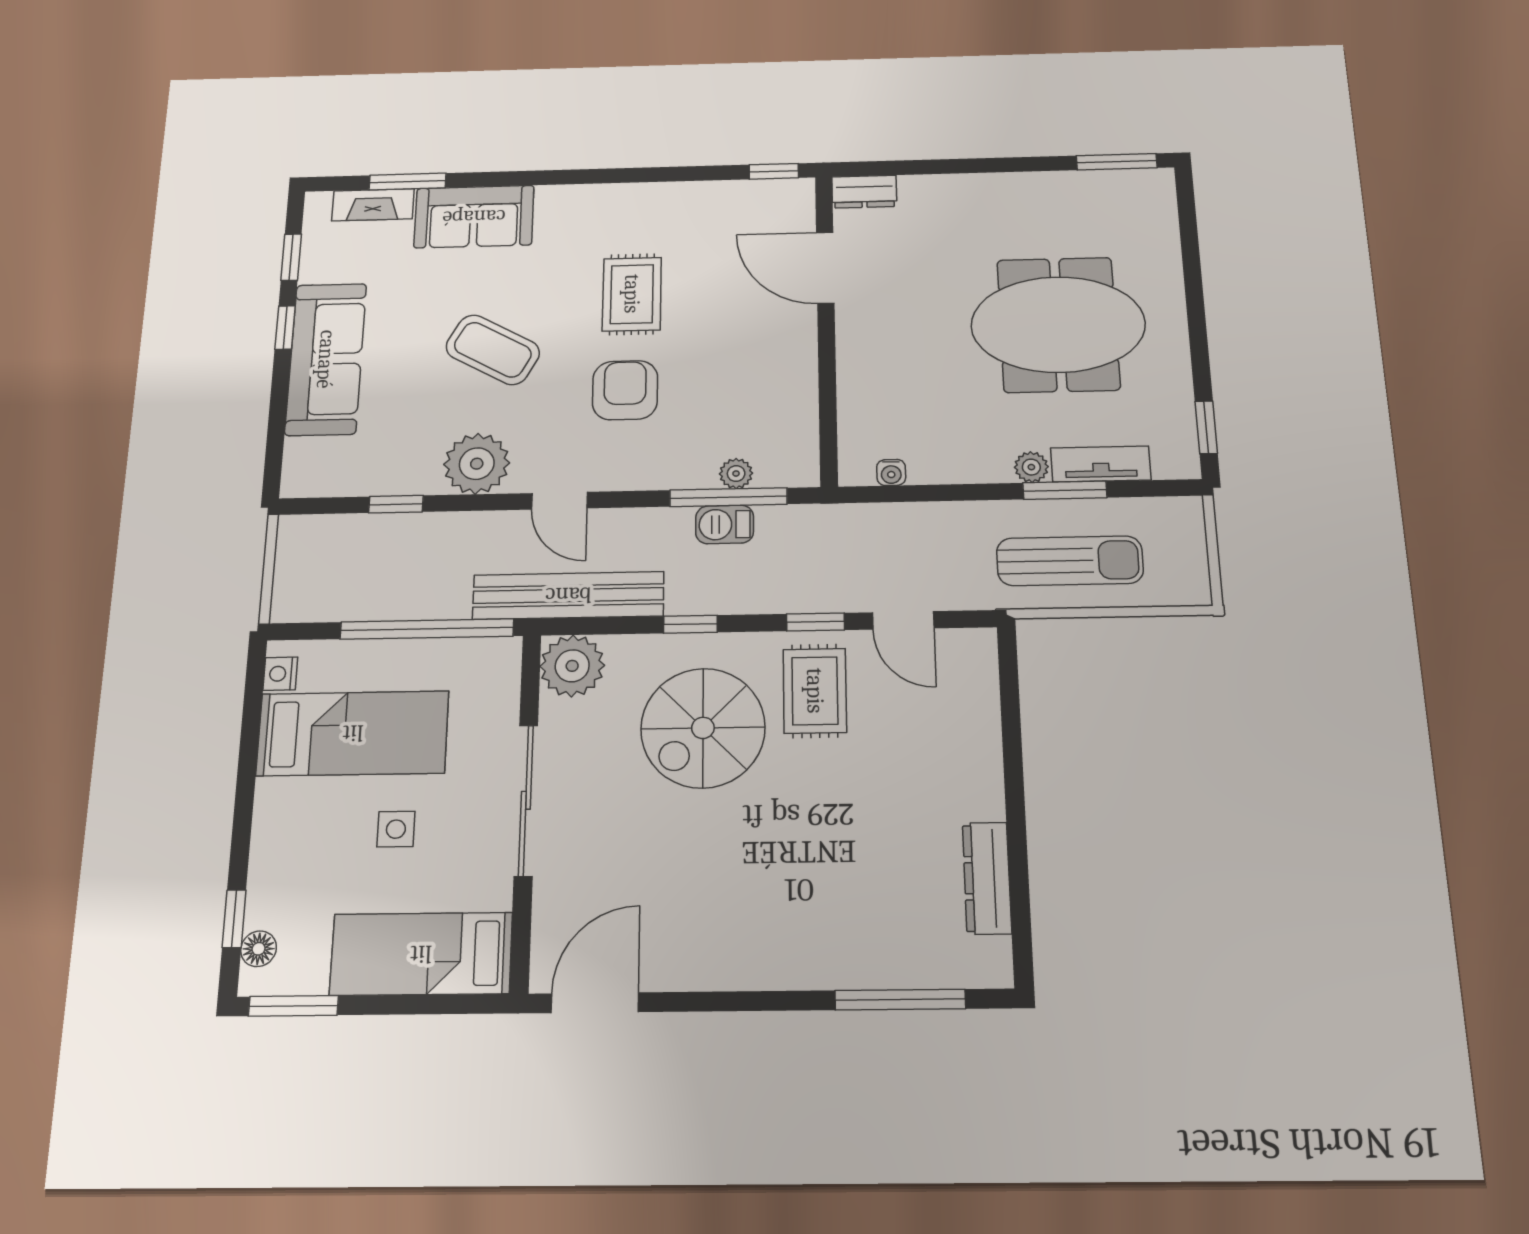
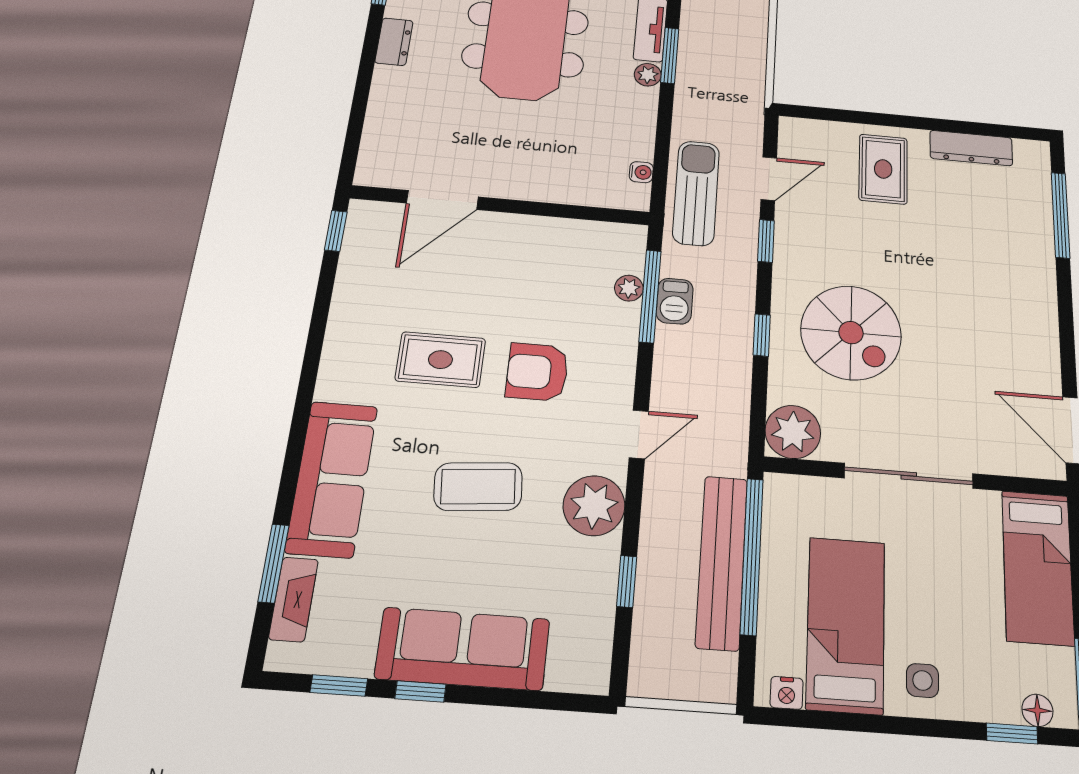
dresser: (864, 192) -> (394, 42), moved
sofa: (474, 217) -> (332, 479), width x1.36
coffee table: (493, 350) -> (478, 487), turned 56
sun lounger: (1070, 561) -> (696, 193), moved
bench: (568, 595) -> (722, 562), moved
rug: (815, 691) -> (883, 169), moved, turned 90
side table: (396, 829) -> (922, 681), moved

